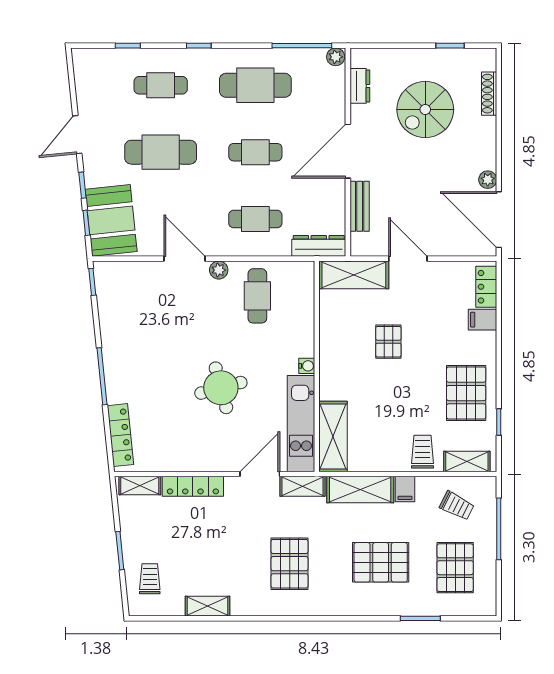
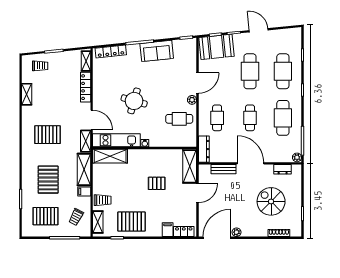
cafe table: (161, 85) -> (283, 71), width x1.37, depth x1.35
sofa: (119, 342) -> (157, 51), added
round table: (221, 388) -> (134, 101), turned 31

